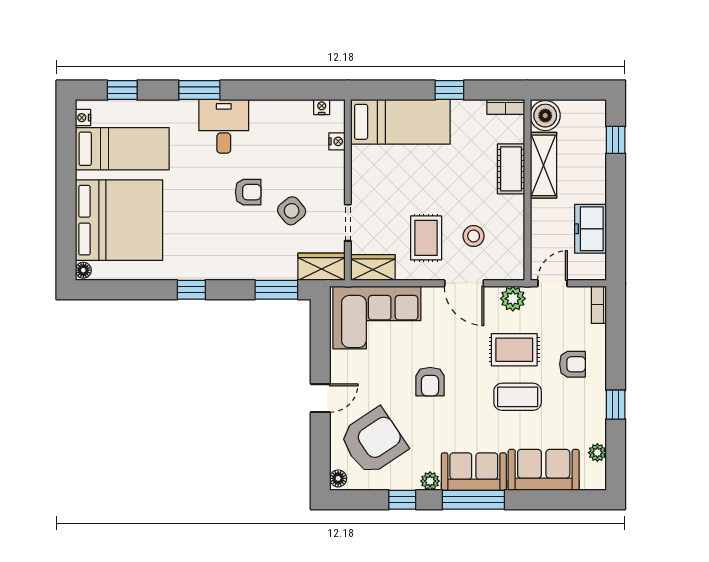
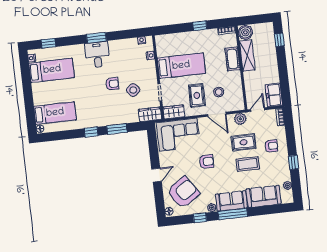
window: (199, 90) -> (96, 38), moved
bed: (400, 122) -> (181, 66), moved
bed: (119, 220) -> (55, 113), width x0.49
freezer: (590, 229) -> (274, 95), moved
window: (276, 290) -> (117, 129), moved
armchair: (430, 382) -> (206, 162), turned -90

